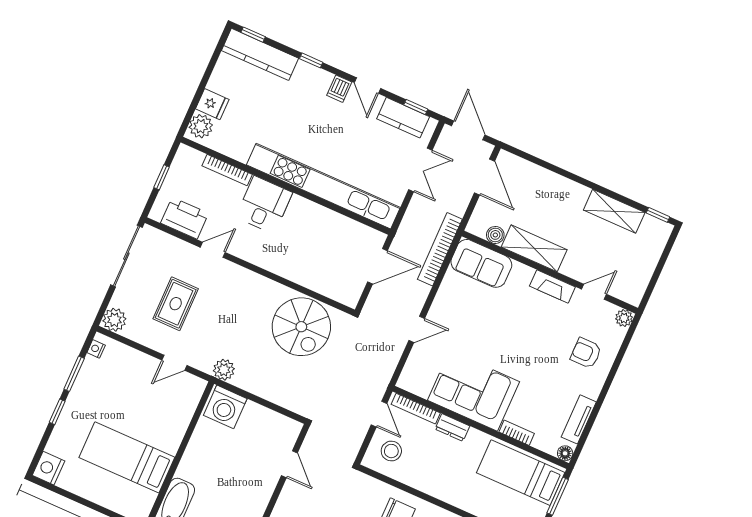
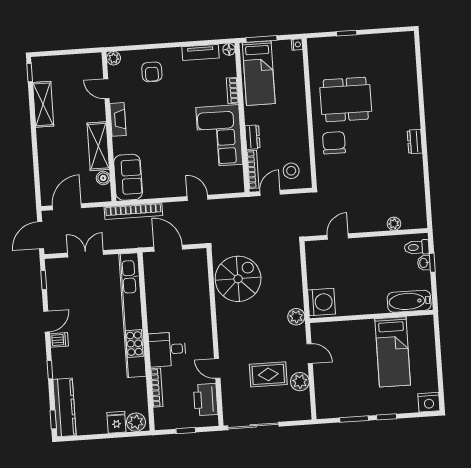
kitchen counter: (403, 118) -> (56, 285), removed
plant: (114, 320) -> (300, 382), moved
nightstand: (96, 349) -> (329, 413), removed

